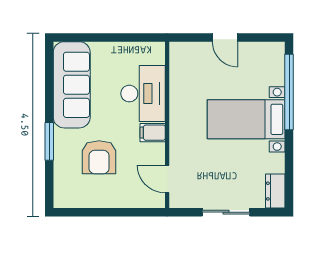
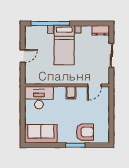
sofa: (72, 85) -> (41, 134), width x0.73
desk: (143, 94) -> (39, 98), moved
armchair: (99, 157) -> (85, 132), moved

